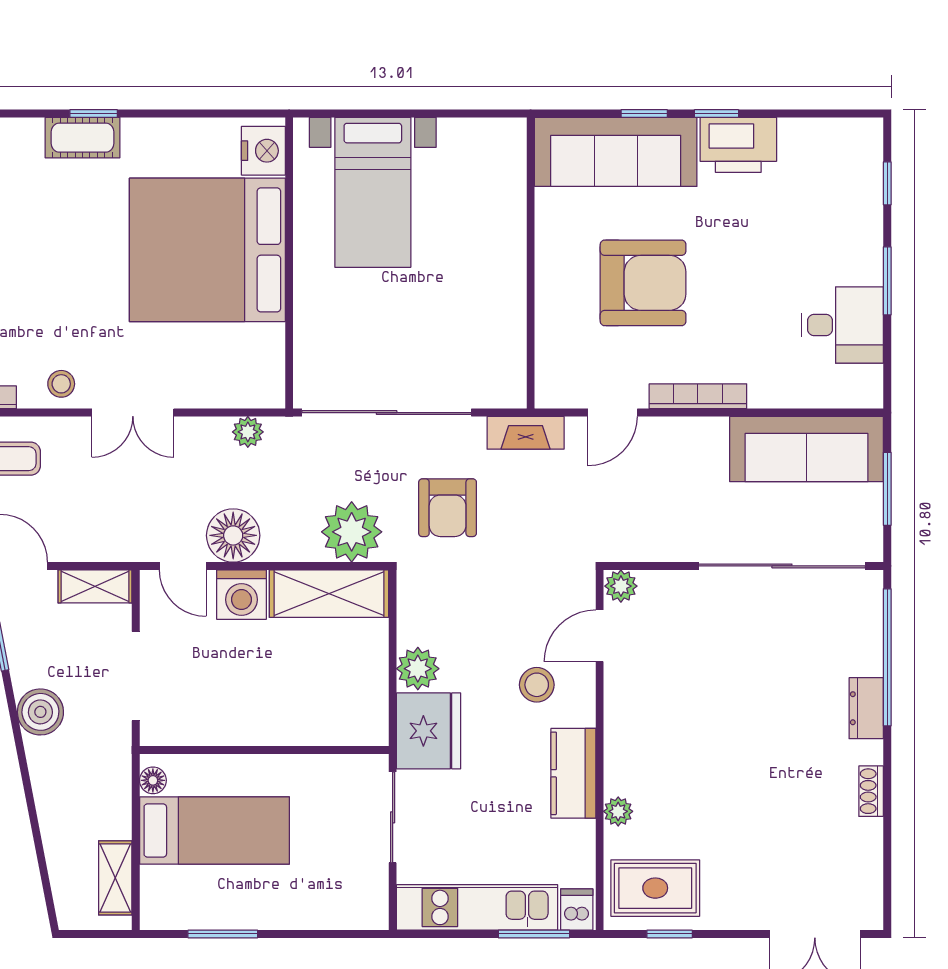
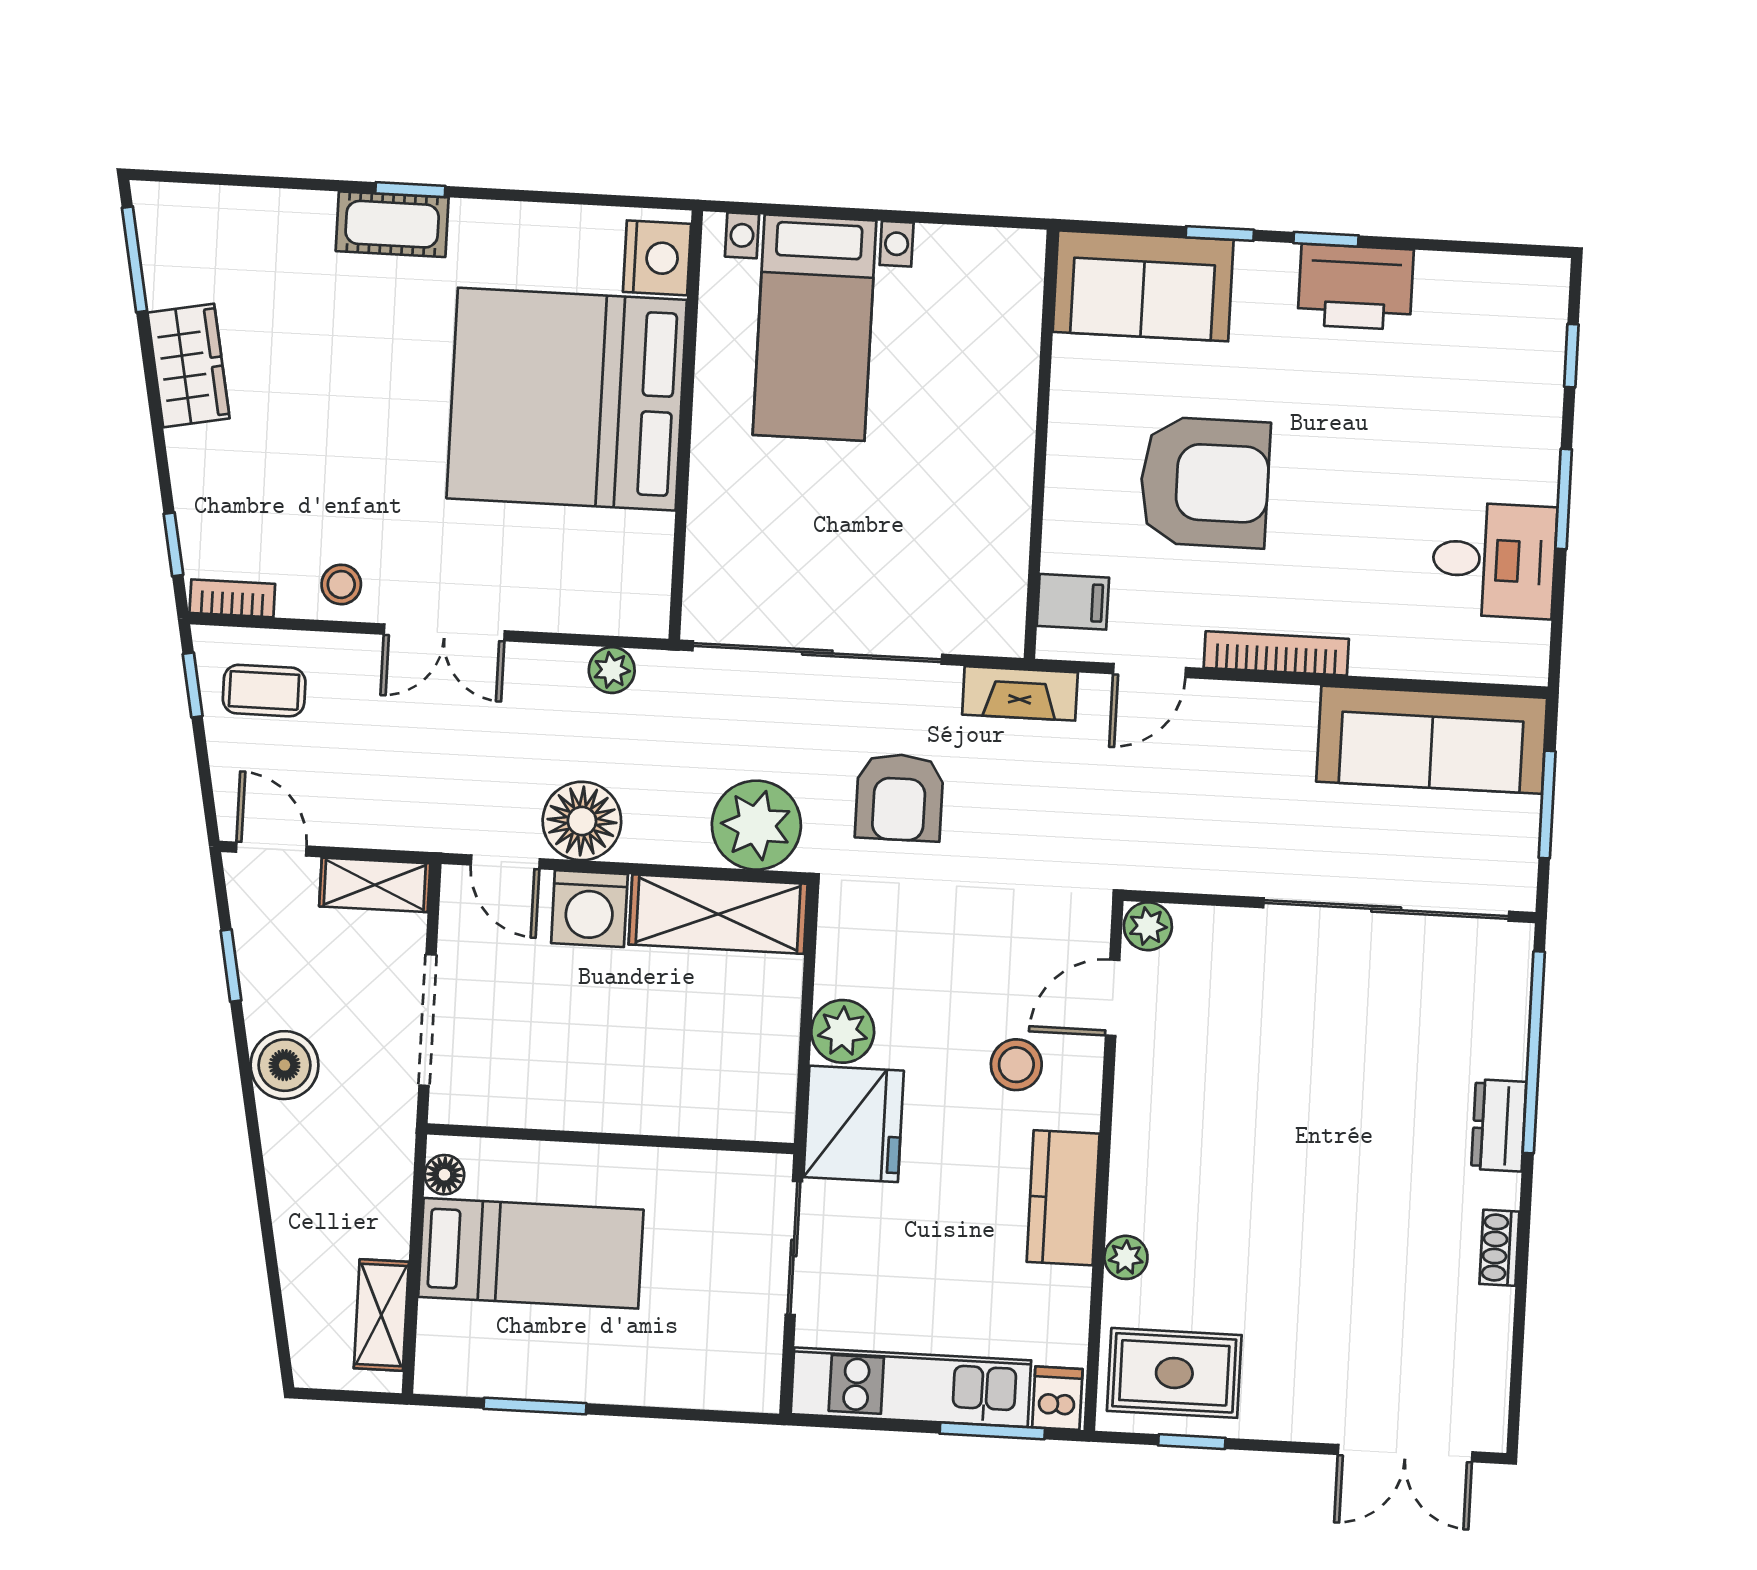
sofa: (616, 152) -> (1143, 286), width x0.73
filing cabinet: (558, 369) -> (1073, 602), added

